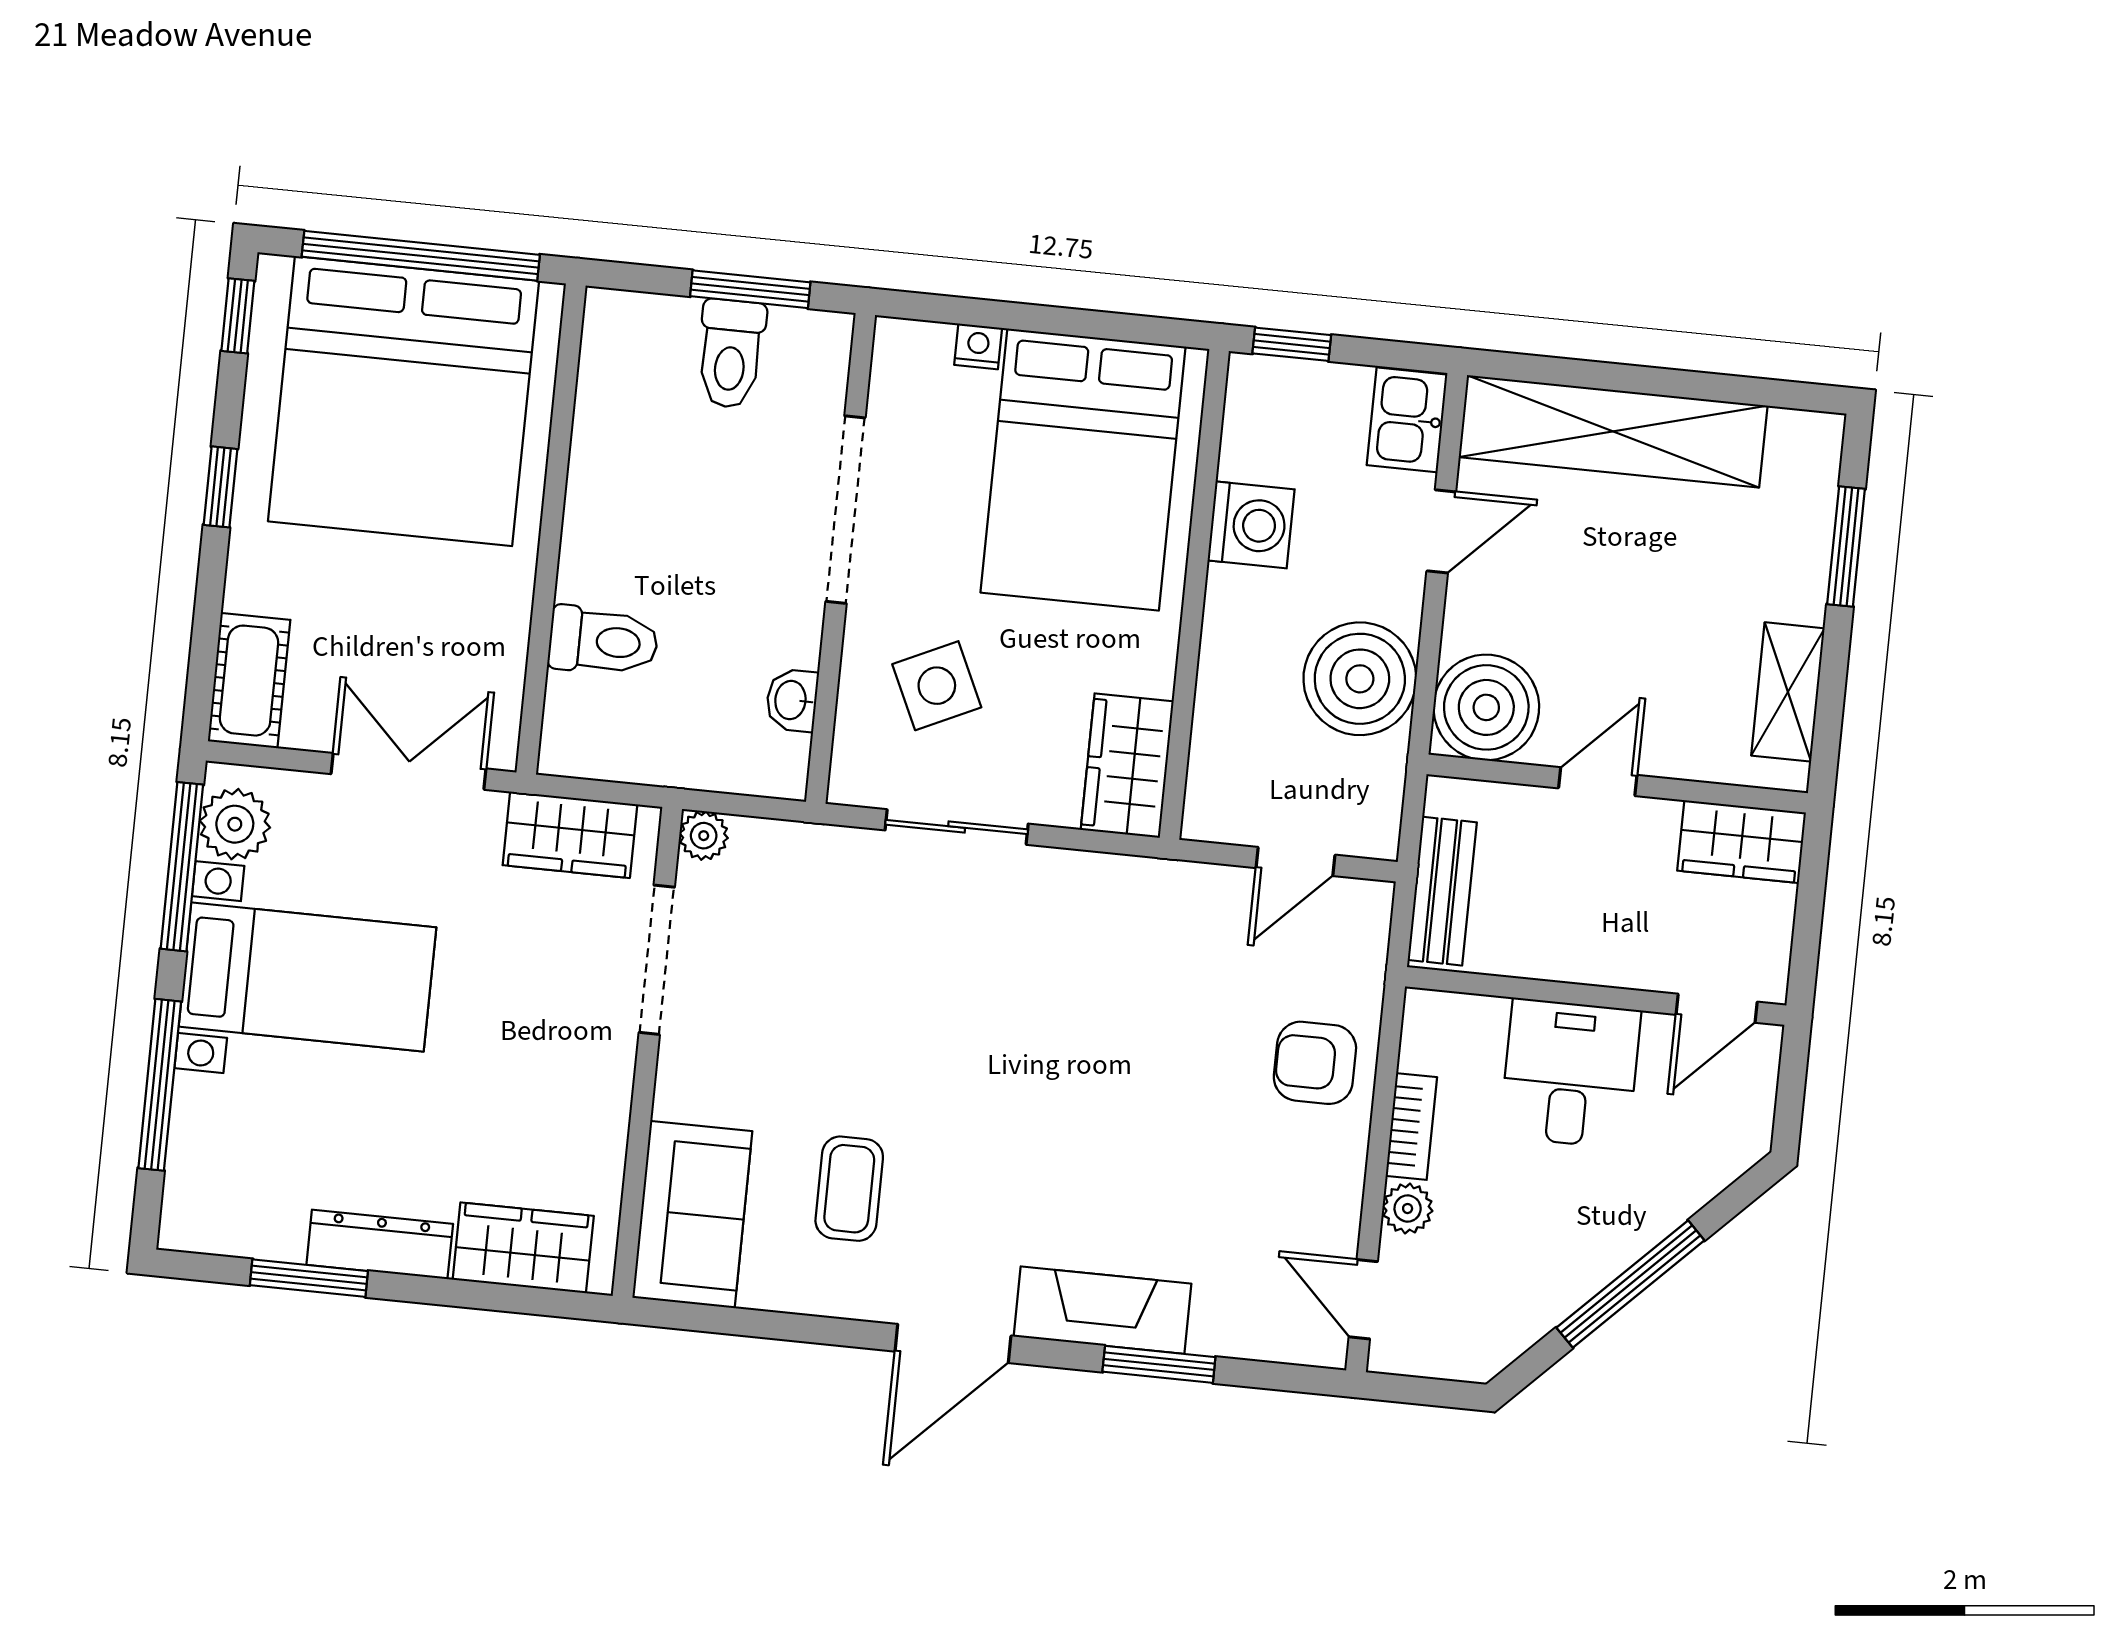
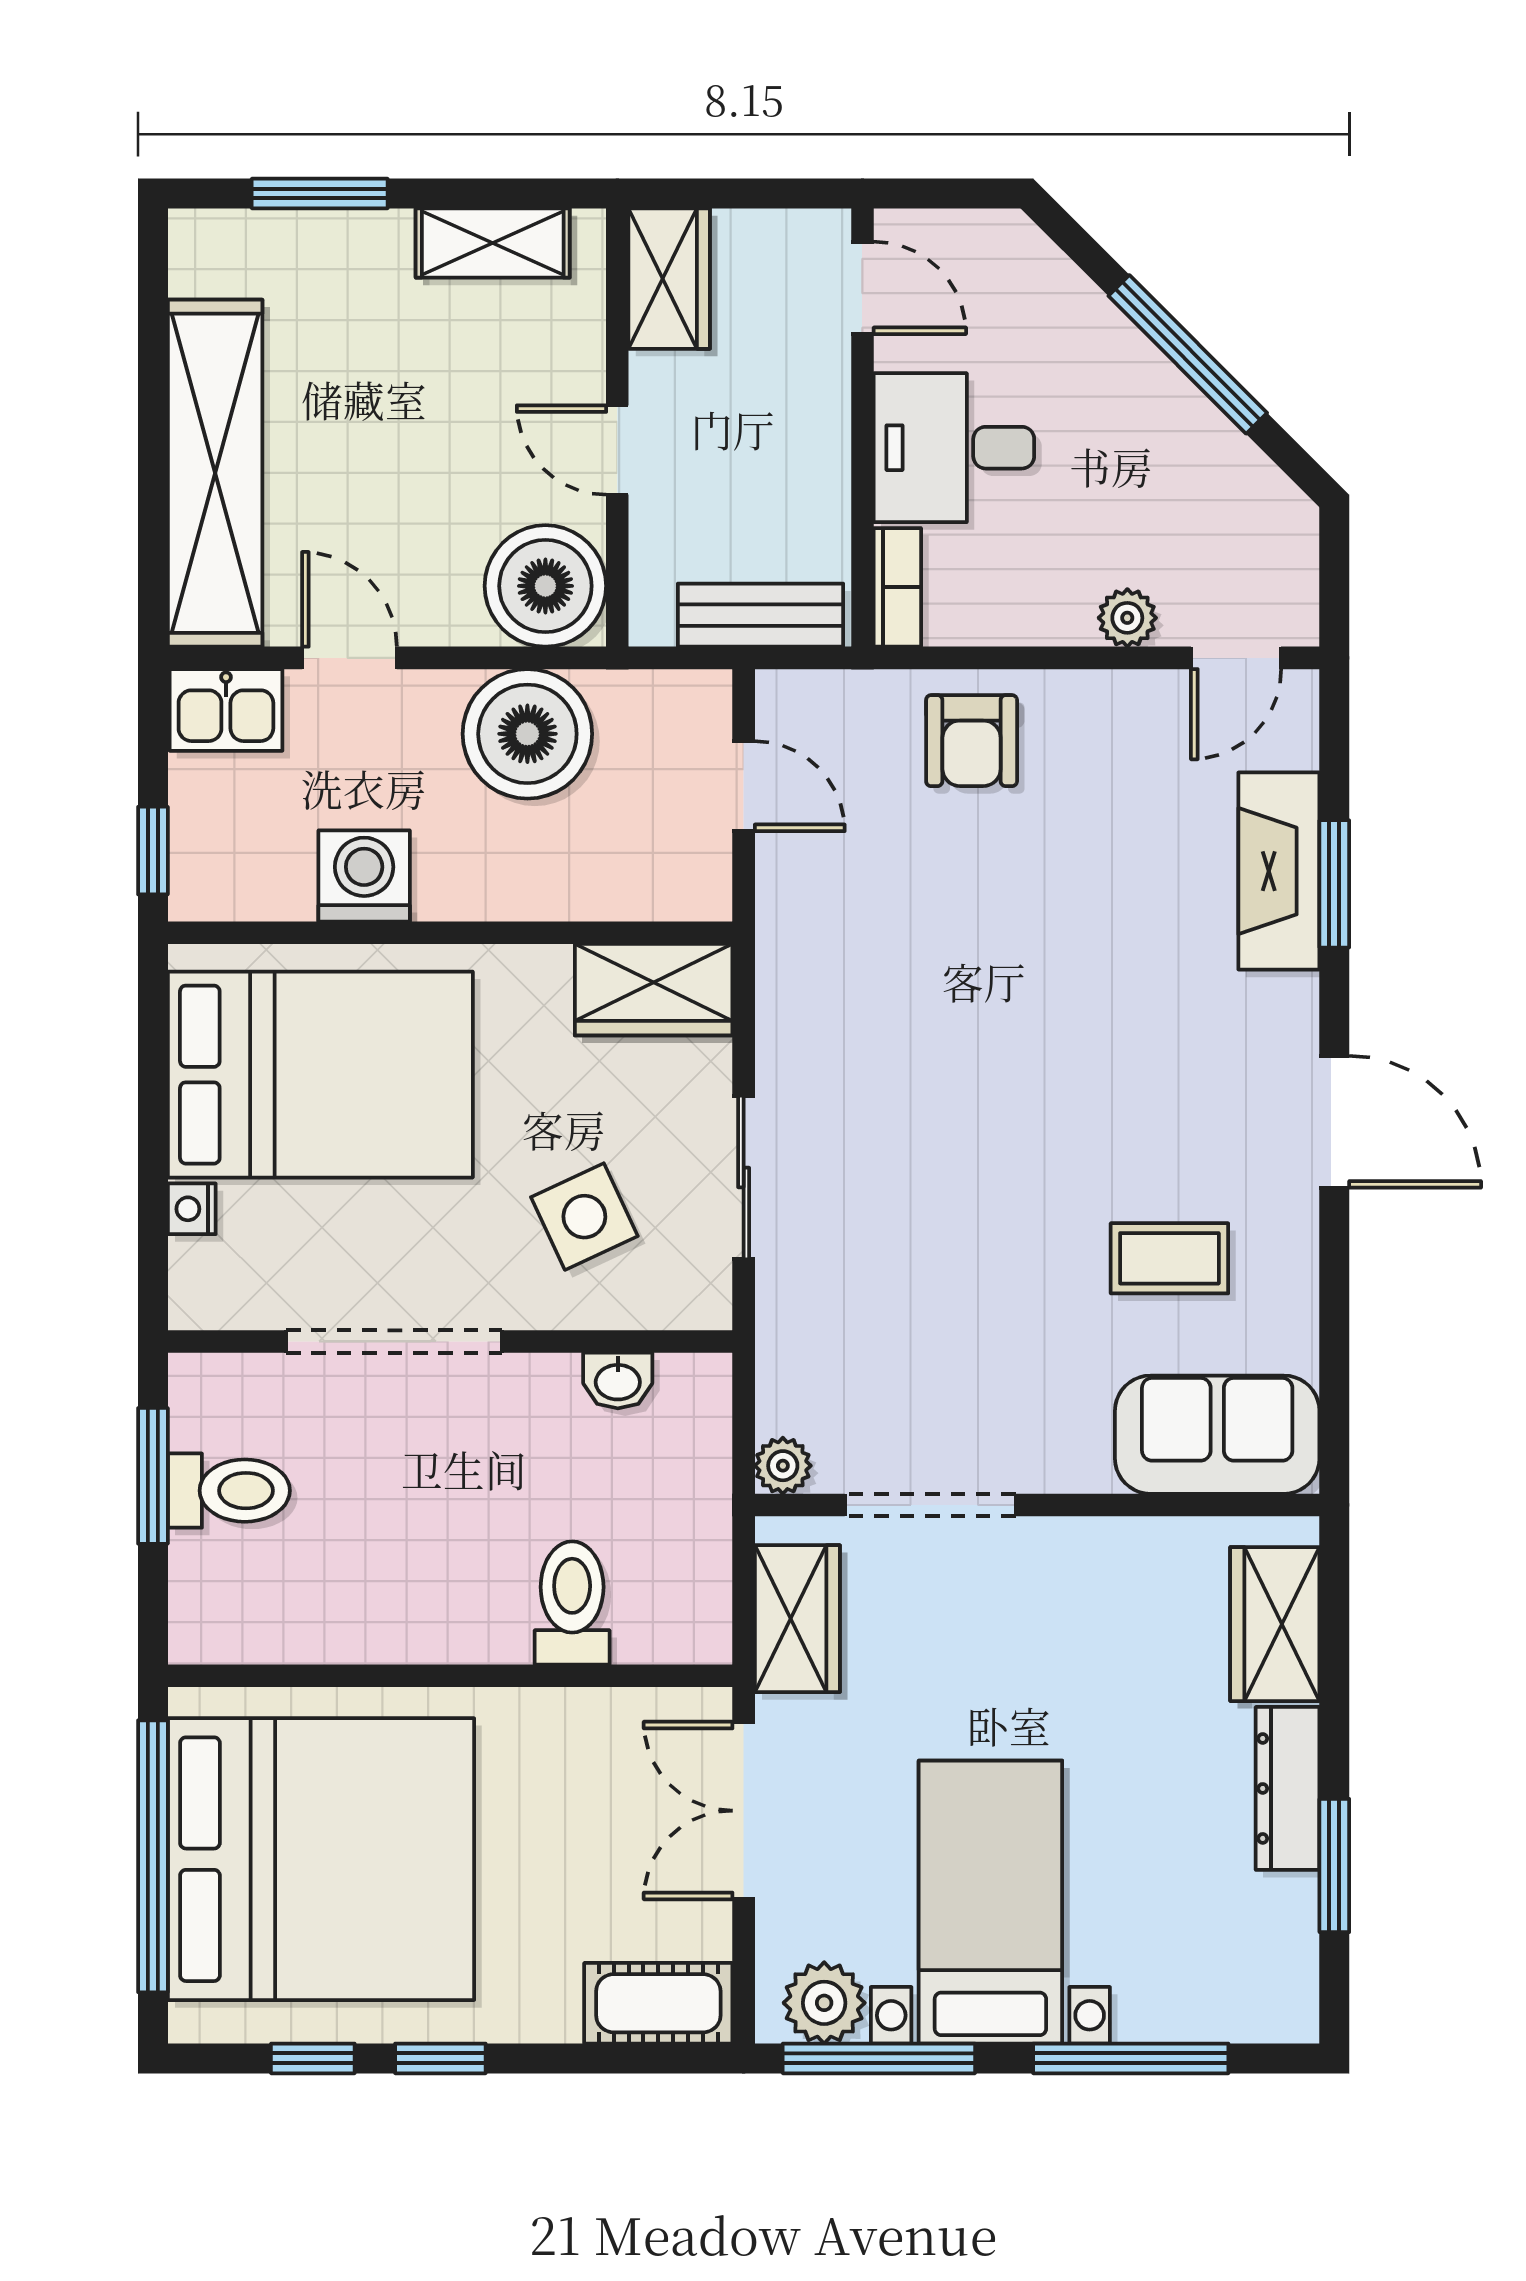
window: (238, 316) -> (313, 2058), moved
bookcase: (1411, 1127) -> (897, 587), moved, turned 90
fireplace: (1103, 1310) -> (1279, 871), moved

